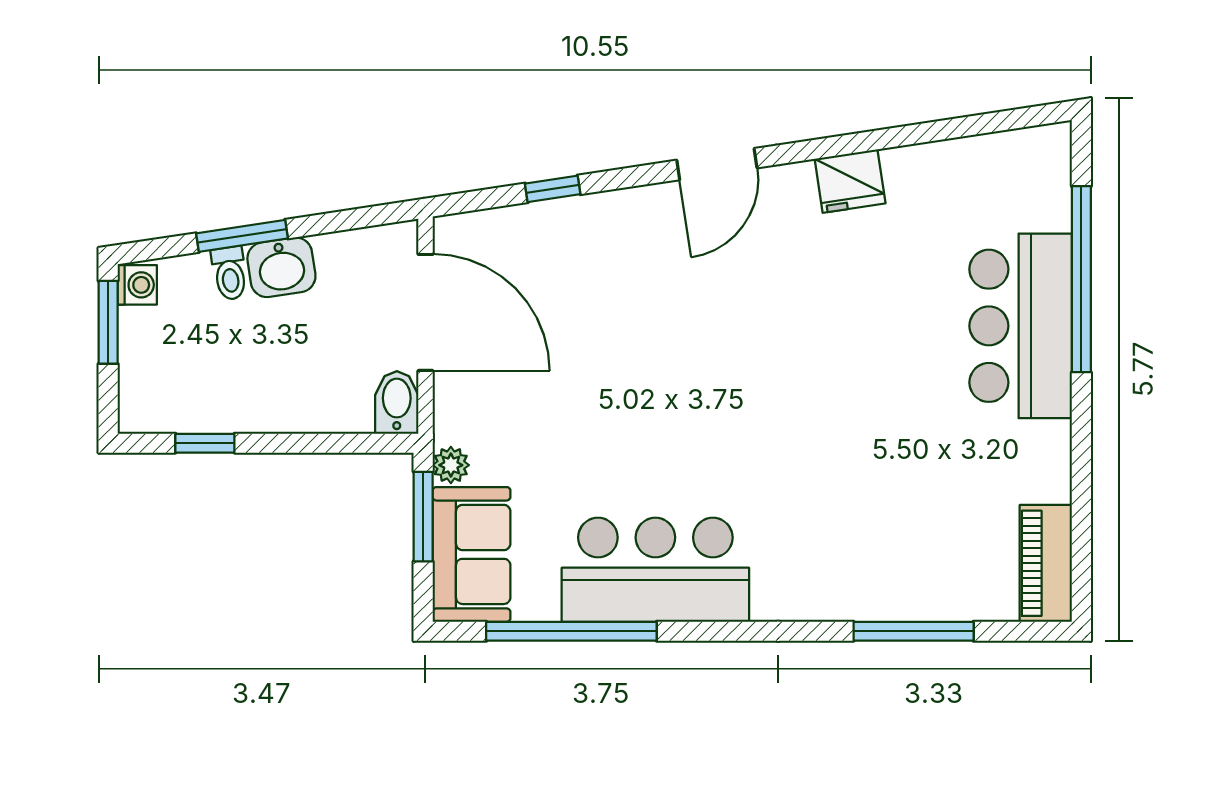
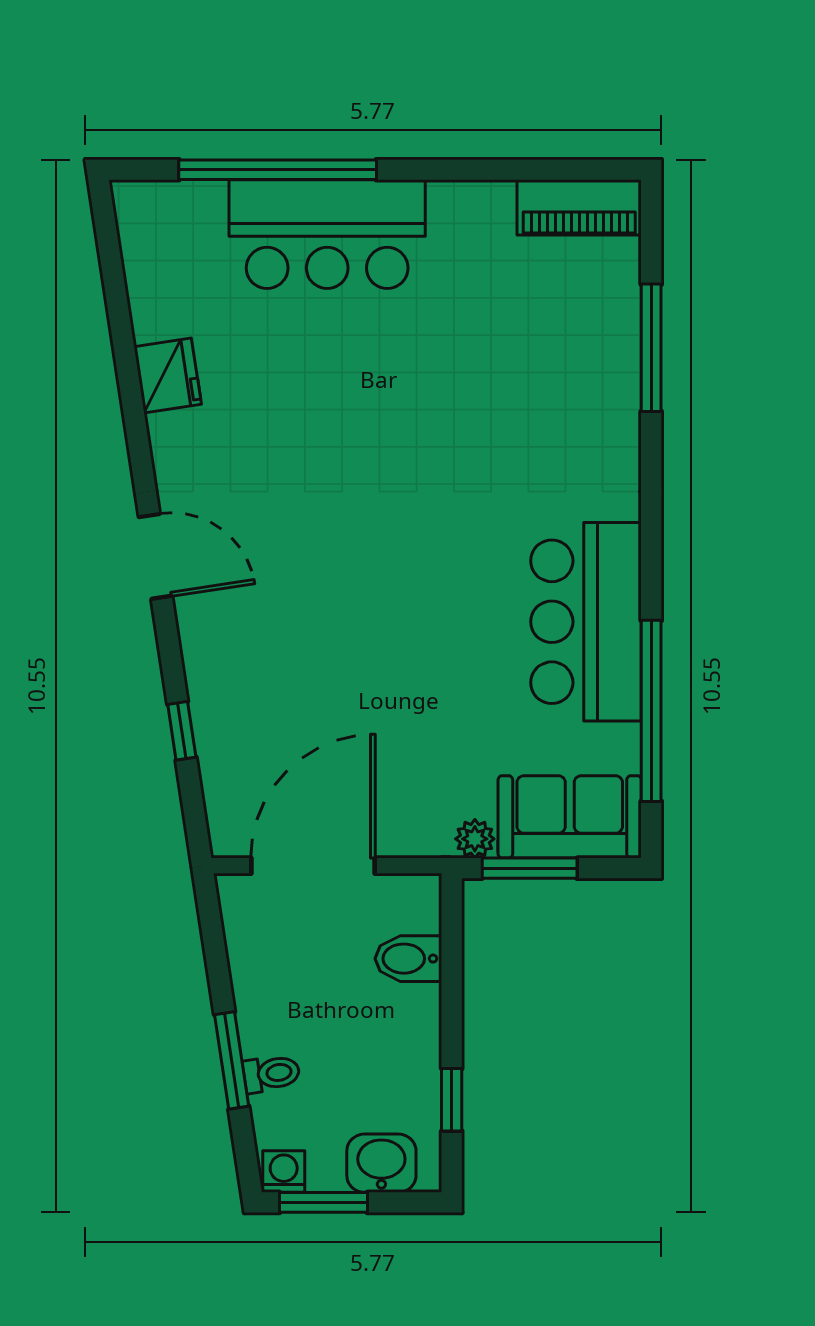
fridge: (850, 181) -> (168, 375), moved
washbasin: (281, 267) -> (381, 1163), moved, turned -81
bidet: (397, 402) -> (408, 959), moved

